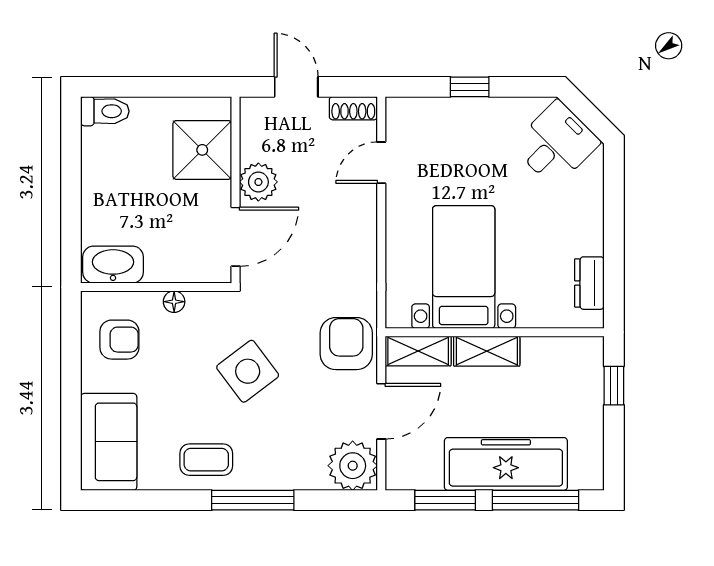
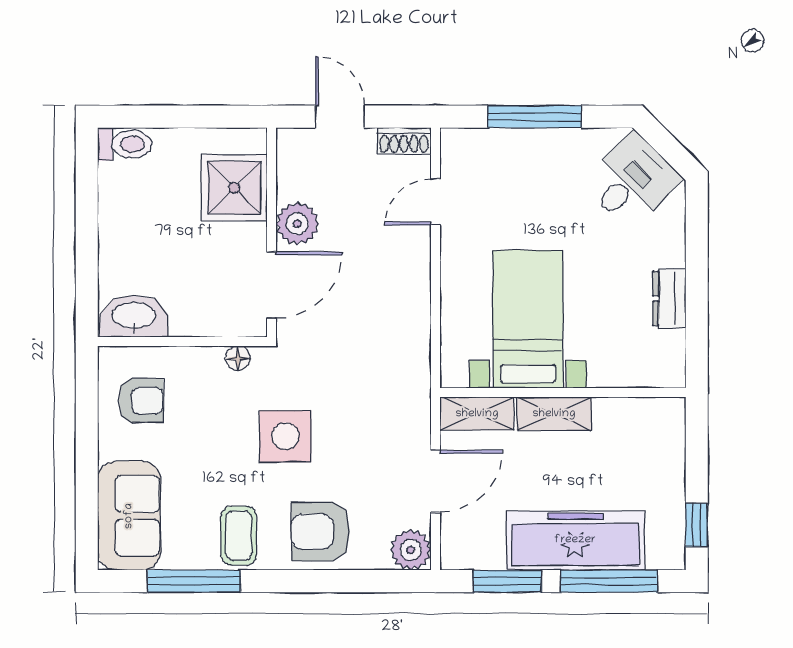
window: (470, 87) -> (535, 117), width x2.17
dresser: (589, 283) -> (669, 299), moved
floor lamp: (174, 302) -> (238, 358), moved
armchair: (346, 344) -> (321, 531), moved, turned -90
side table: (248, 371) -> (285, 436), turned 37
window: (614, 386) -> (697, 525), moved
coffee table: (206, 460) -> (239, 536), turned 90
plant: (353, 466) -> (411, 550), width x0.73, depth x0.73
window: (253, 500) -> (194, 581), moved

